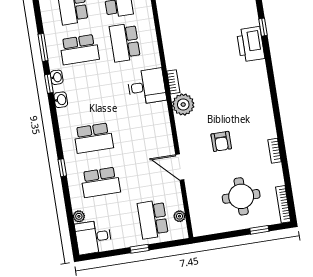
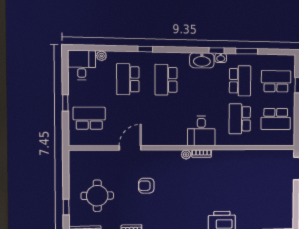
school desk: (125, 42) -> (240, 119), turned -90
school desk: (79, 50) -> (240, 81), turned 180
washbasin: (61, 100) -> (202, 60), width x1.91, depth x1.45
plant: (183, 105) -> (186, 154), width x0.53, depth x0.53
plant: (179, 216) -> (88, 141), removed

